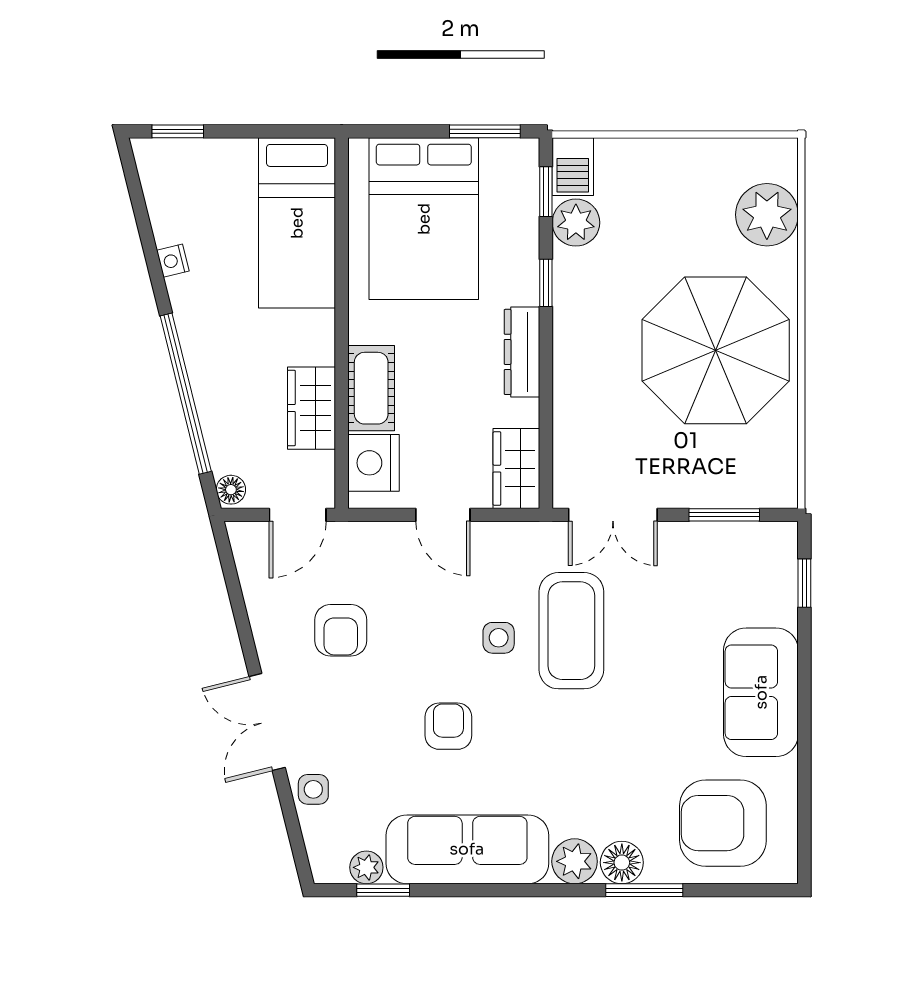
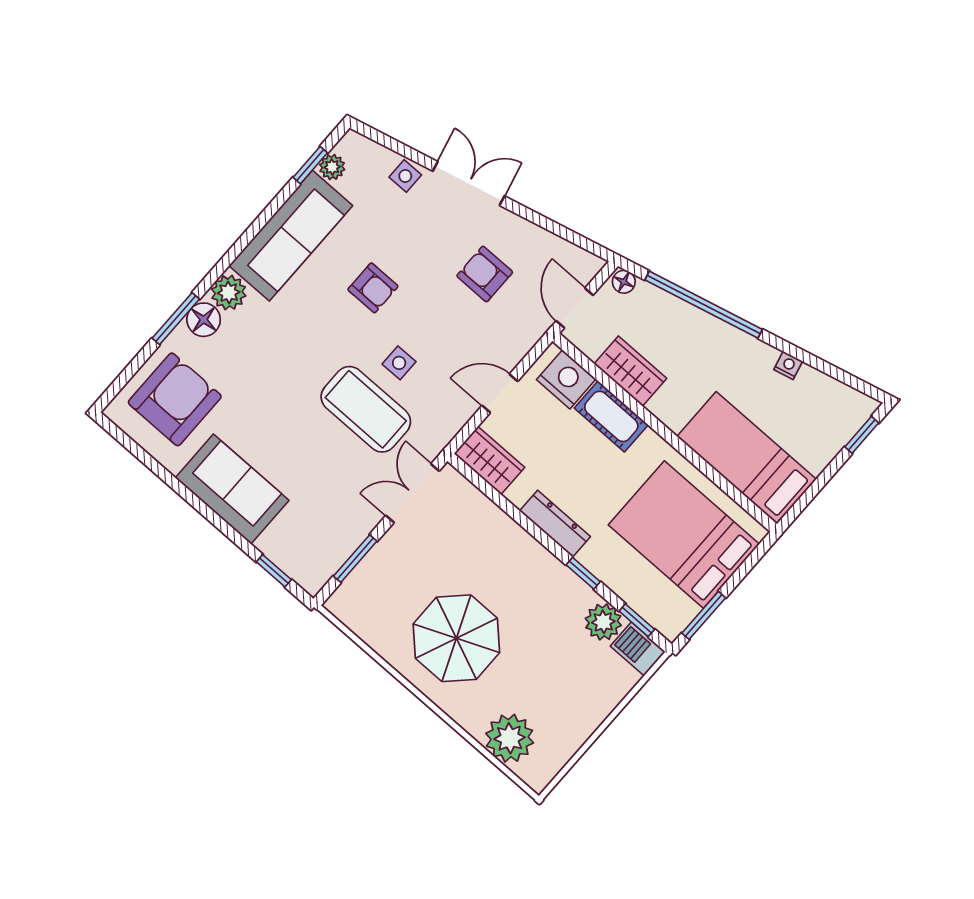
parasol: (716, 350) -> (456, 638), width x0.73, depth x0.73

